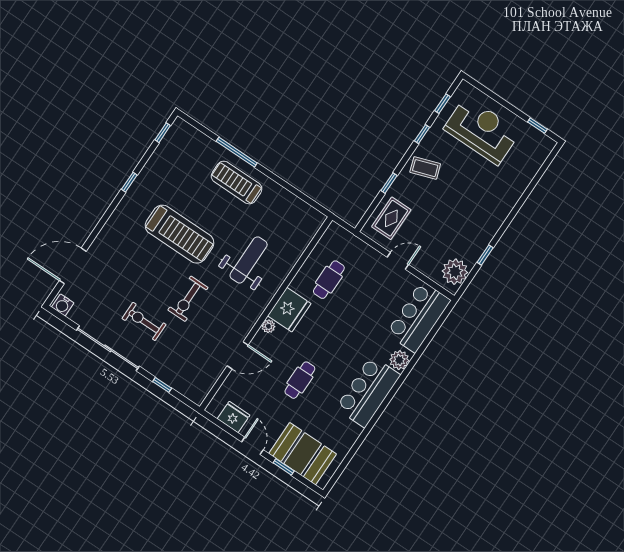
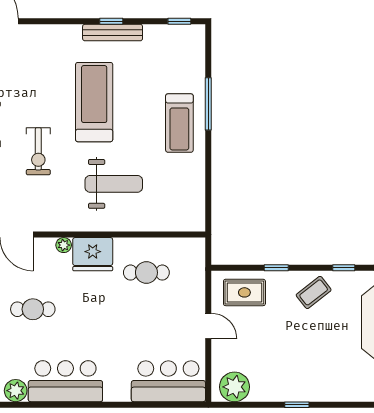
coffee table: (425, 168) -> (314, 292), turned 71
treadmill: (237, 183) -> (179, 123), turned 180
bench: (138, 187) -> (113, 33), added
treadmill: (180, 234) -> (94, 102), turned 180
window: (485, 255) -> (297, 405), moved
exercise bike: (188, 299) -> (38, 151), turned -90
plant: (399, 360) -> (16, 391), moved

